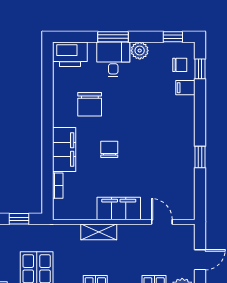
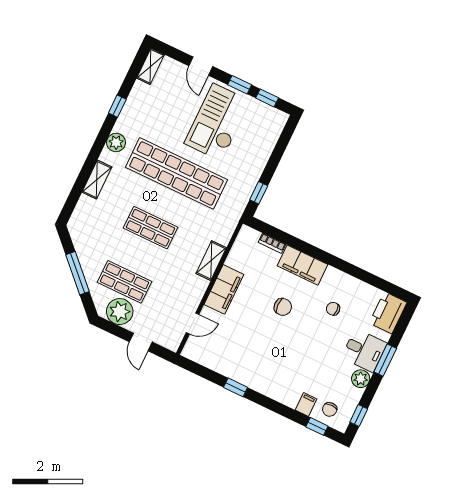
chair: (90, 104) -> (333, 309), width x0.54, depth x0.54

